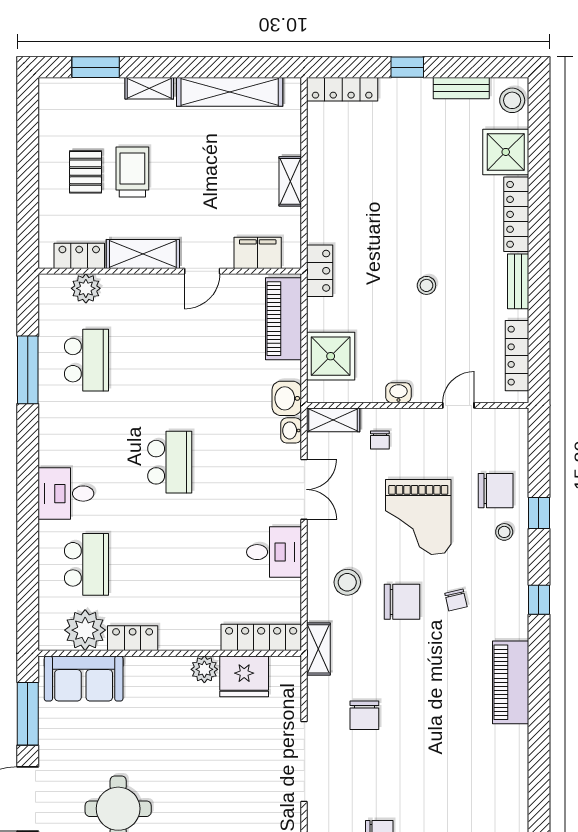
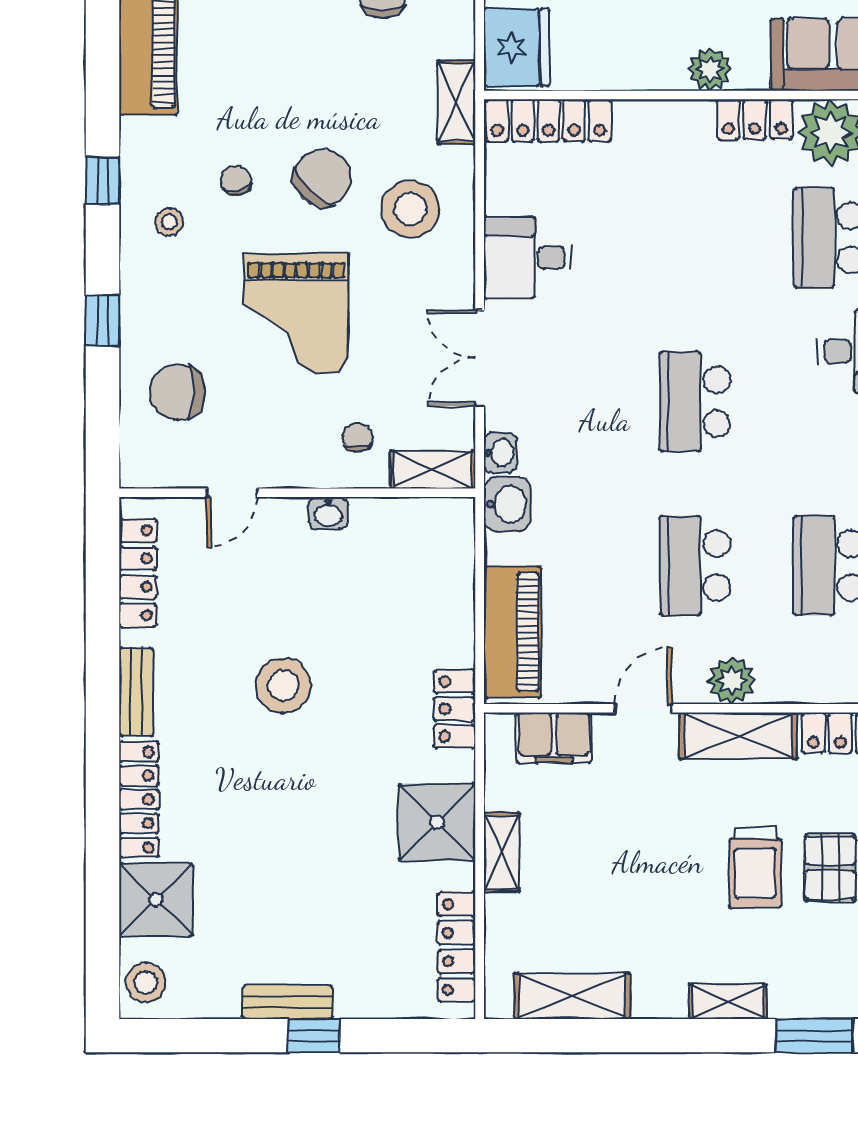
bench: (461, 88) -> (287, 1002), moved
locker: (342, 89) -> (457, 947), moved, turned -90
shelving: (230, 92) -> (572, 996), width x0.68
stool: (426, 285) -> (283, 685), width x1.89, depth x1.89
plant: (86, 288) -> (732, 681), moved
shower: (331, 356) -> (437, 822), moved
school desk: (170, 360) -> (695, 566), added
chair: (496, 491) -> (178, 392), moved
grand piano: (418, 517) -> (296, 314), turned 180
stool: (504, 532) -> (169, 222), moved
stool: (347, 582) -> (410, 209), width x1.38, depth x1.38
chair: (402, 602) -> (322, 178), turned 133
plant: (204, 669) -> (710, 69), moved
fridge: (244, 676) -> (517, 47), moved, turned 90

